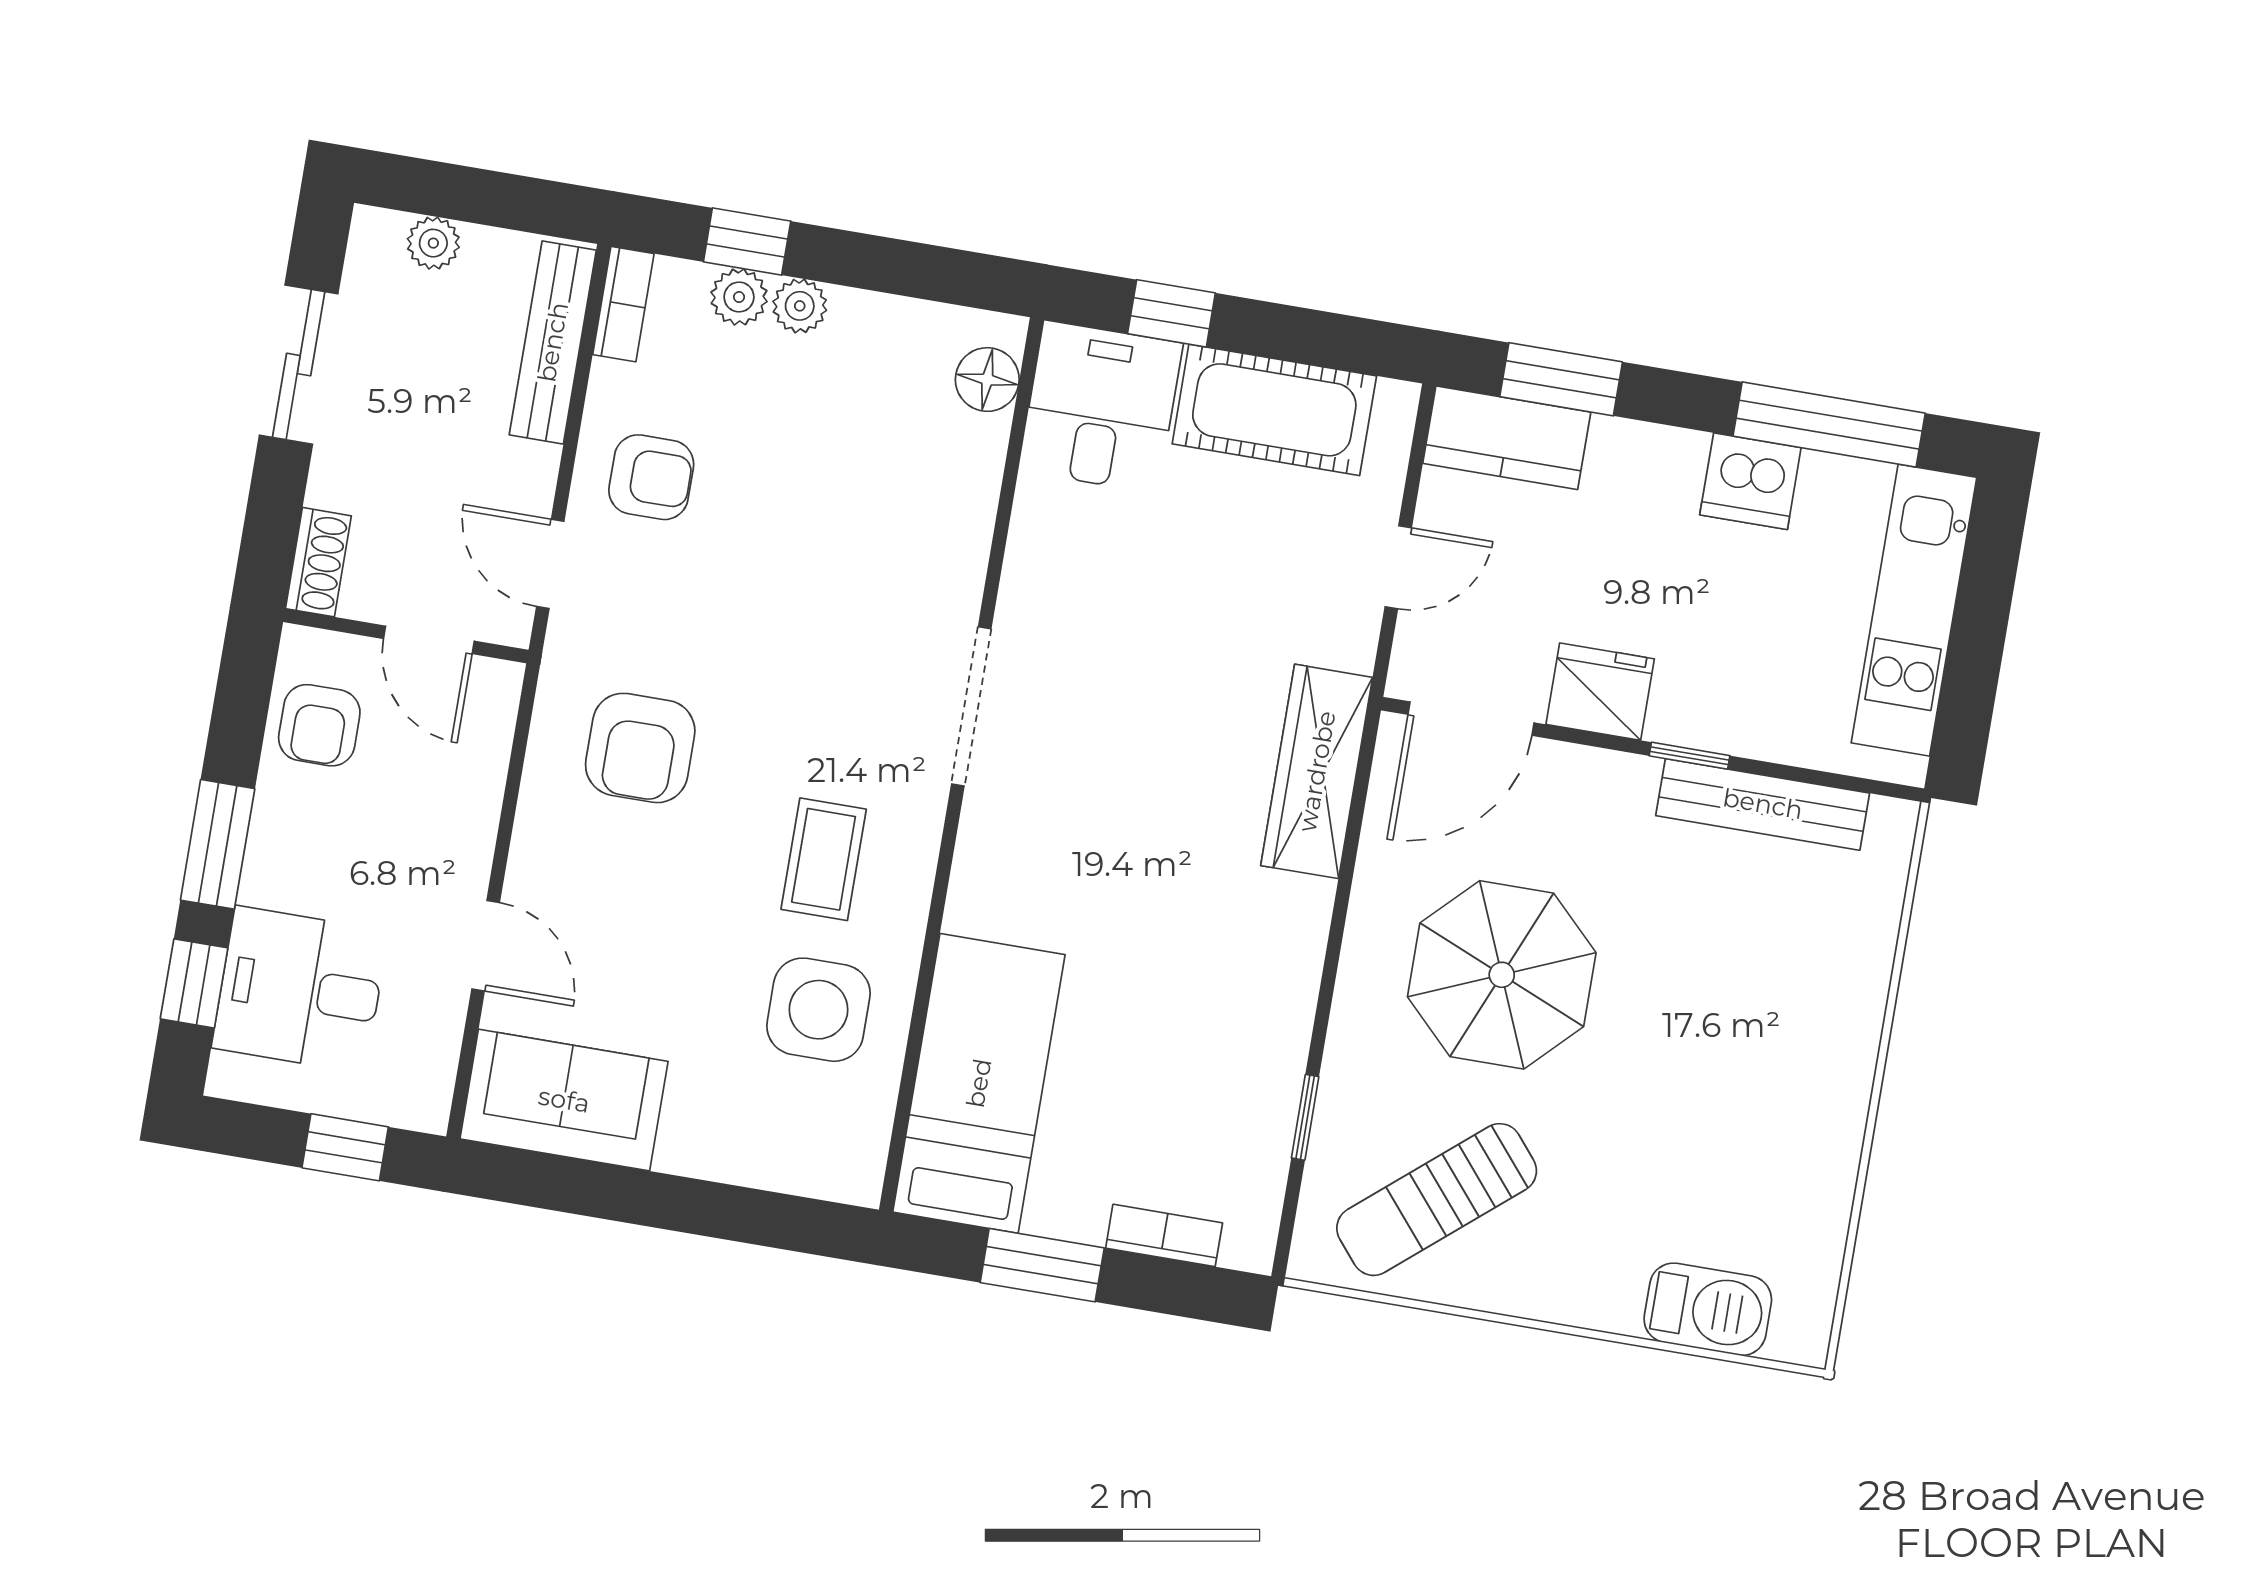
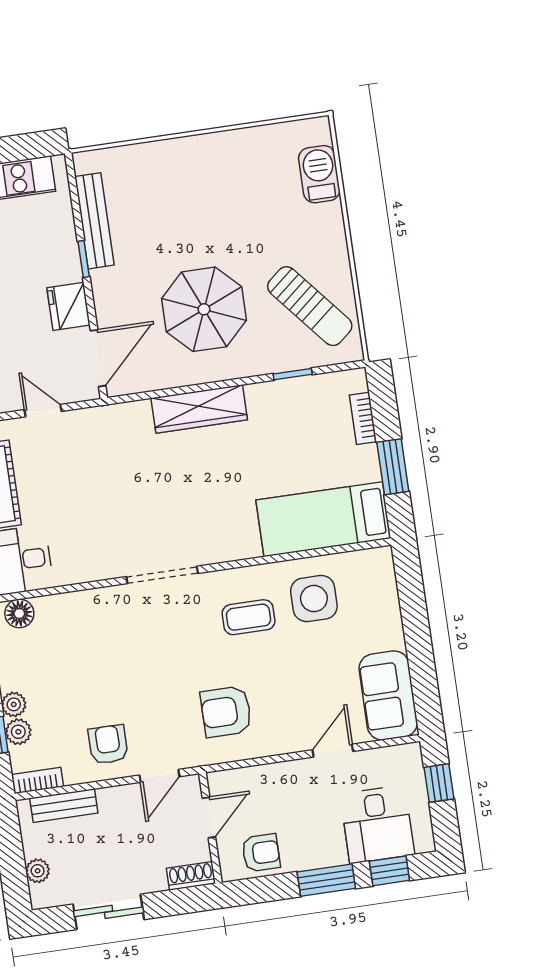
bench: (553, 342) -> (64, 806), width x0.73
door: (1471, 719) -> (98, 358), hinge flipped
armchair: (640, 748) -> (226, 712), turned 180
wardrobe: (1317, 771) -> (199, 409), moved

